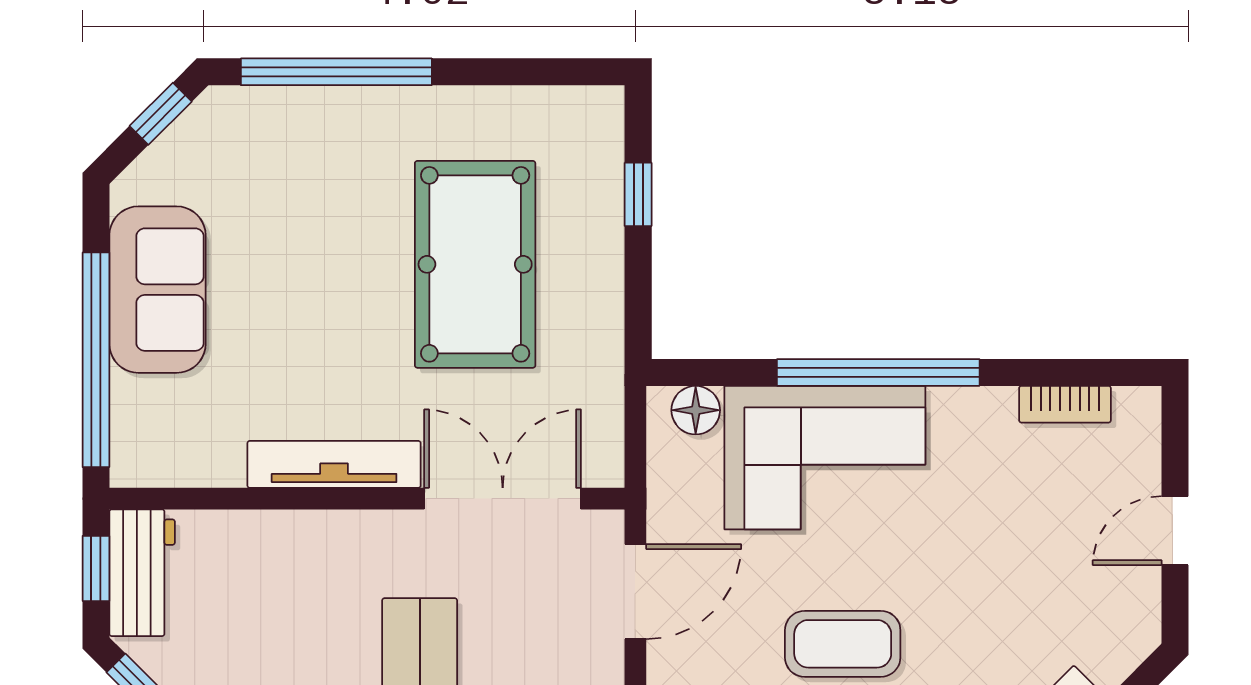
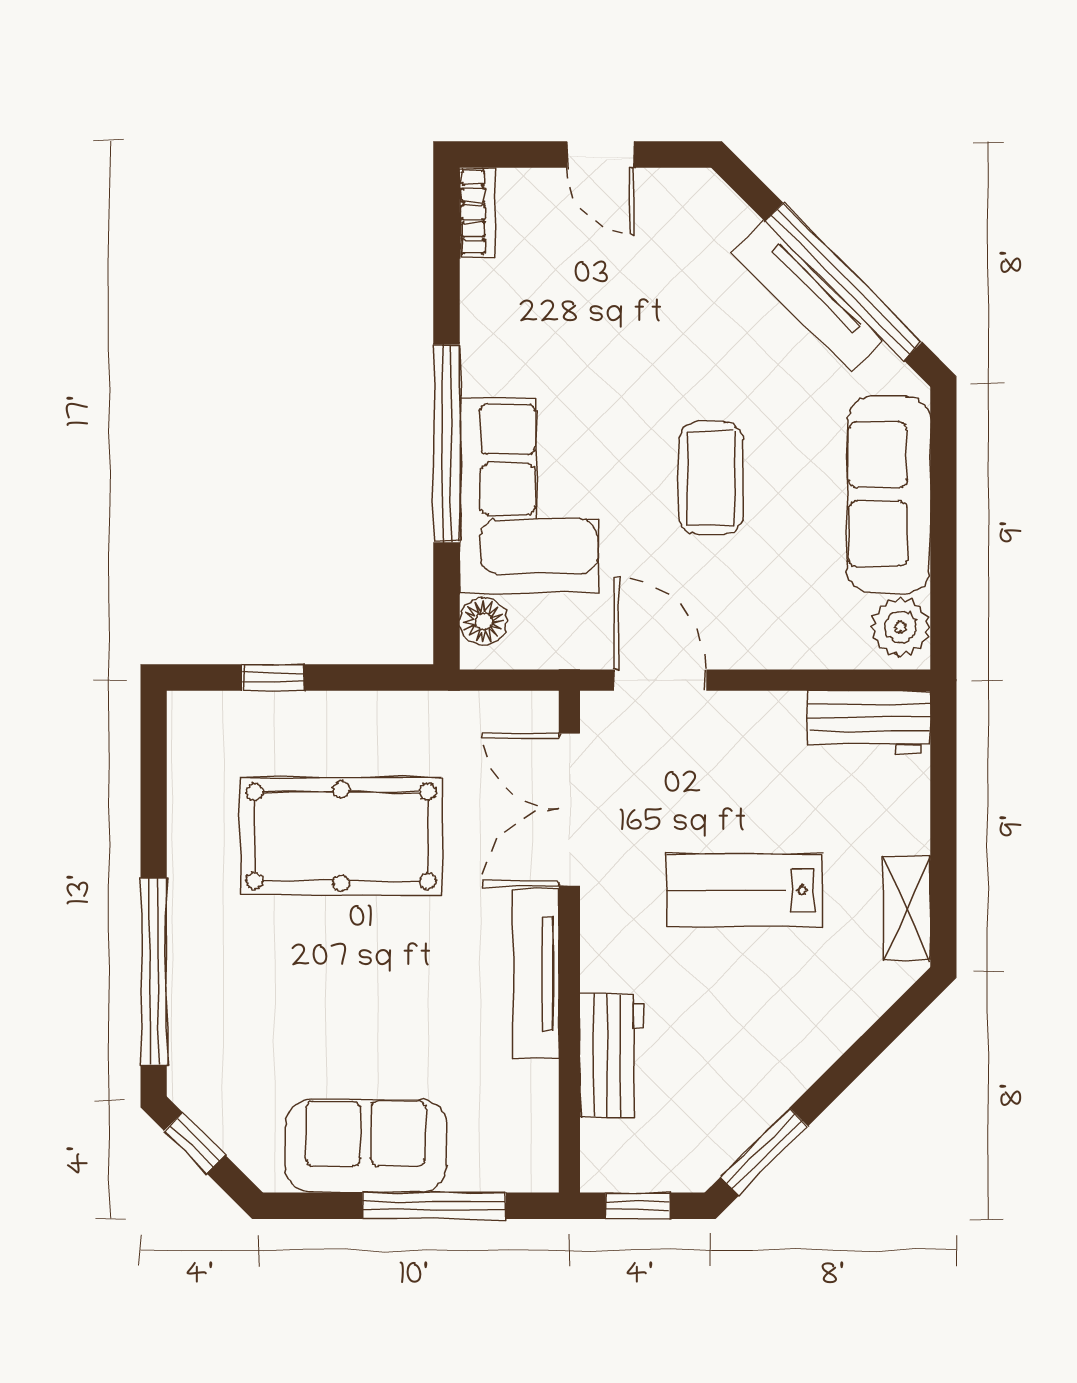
window: (96, 360) -> (434, 1206), width x0.68
bookcase: (1065, 404) -> (477, 212), moved
workbench: (142, 573) -> (612, 1055), moved, turned 90

